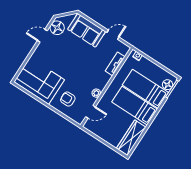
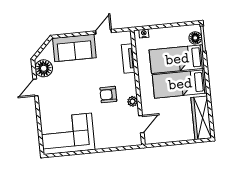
armchair: (68, 99) -> (108, 95), moved

